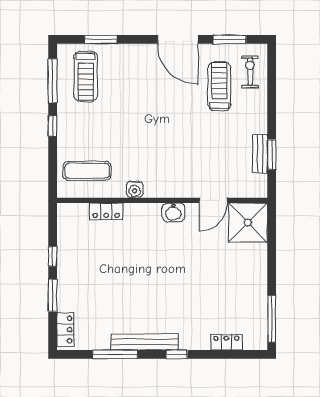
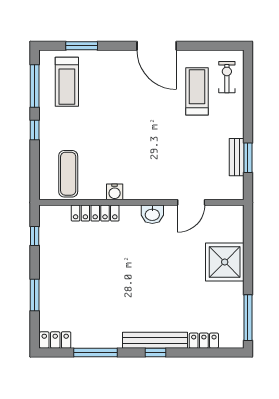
window: (230, 39) -> (207, 46), removed
exercise mat: (87, 171) -> (68, 174), turned 90
locker: (106, 211) -> (95, 213), width x1.53
shower: (248, 223) -> (225, 262), moved
window: (53, 256) -> (35, 236), moved
locker: (65, 330) -> (55, 340), moved, turned -90
bench: (145, 342) -> (155, 340), moved

